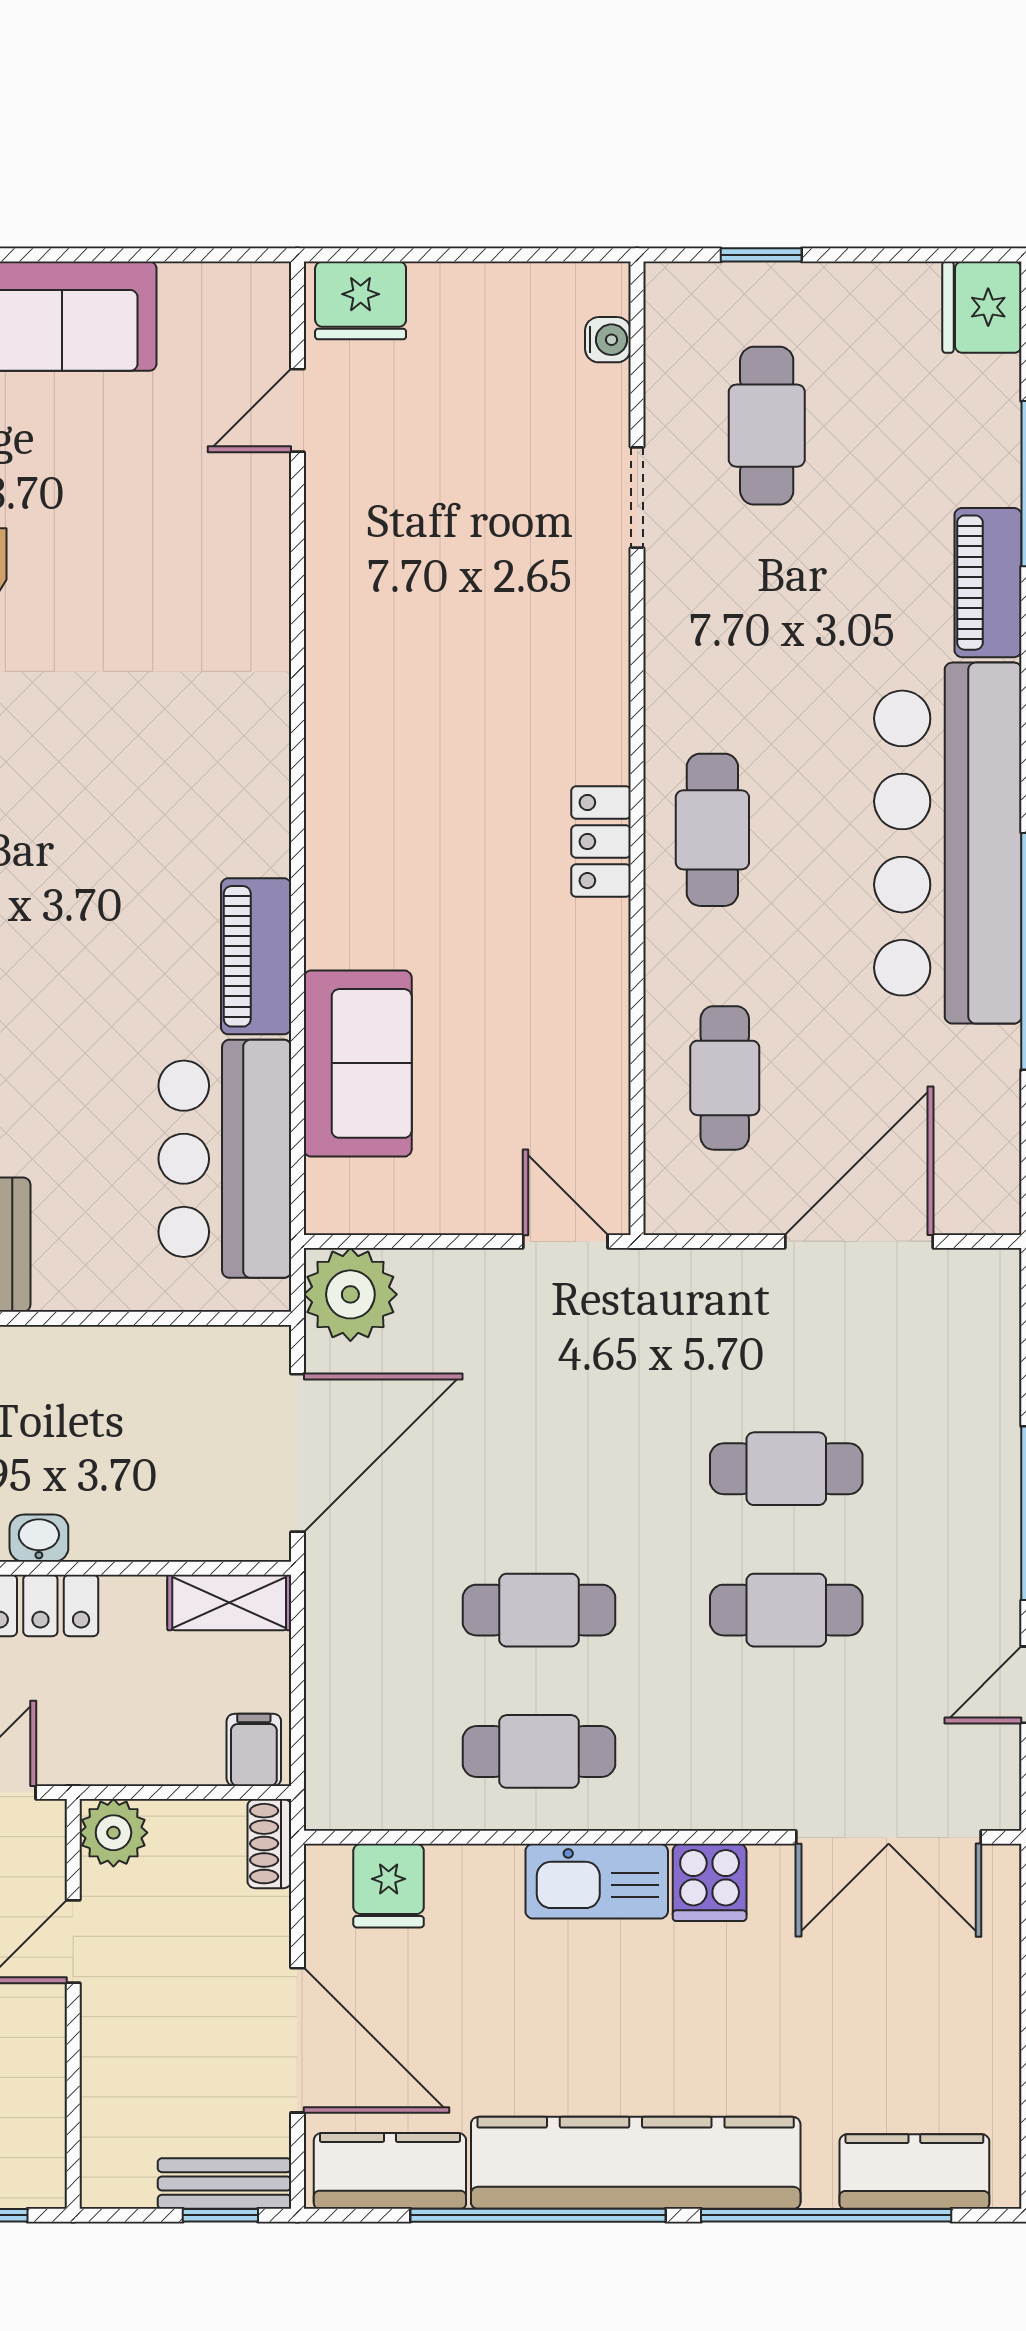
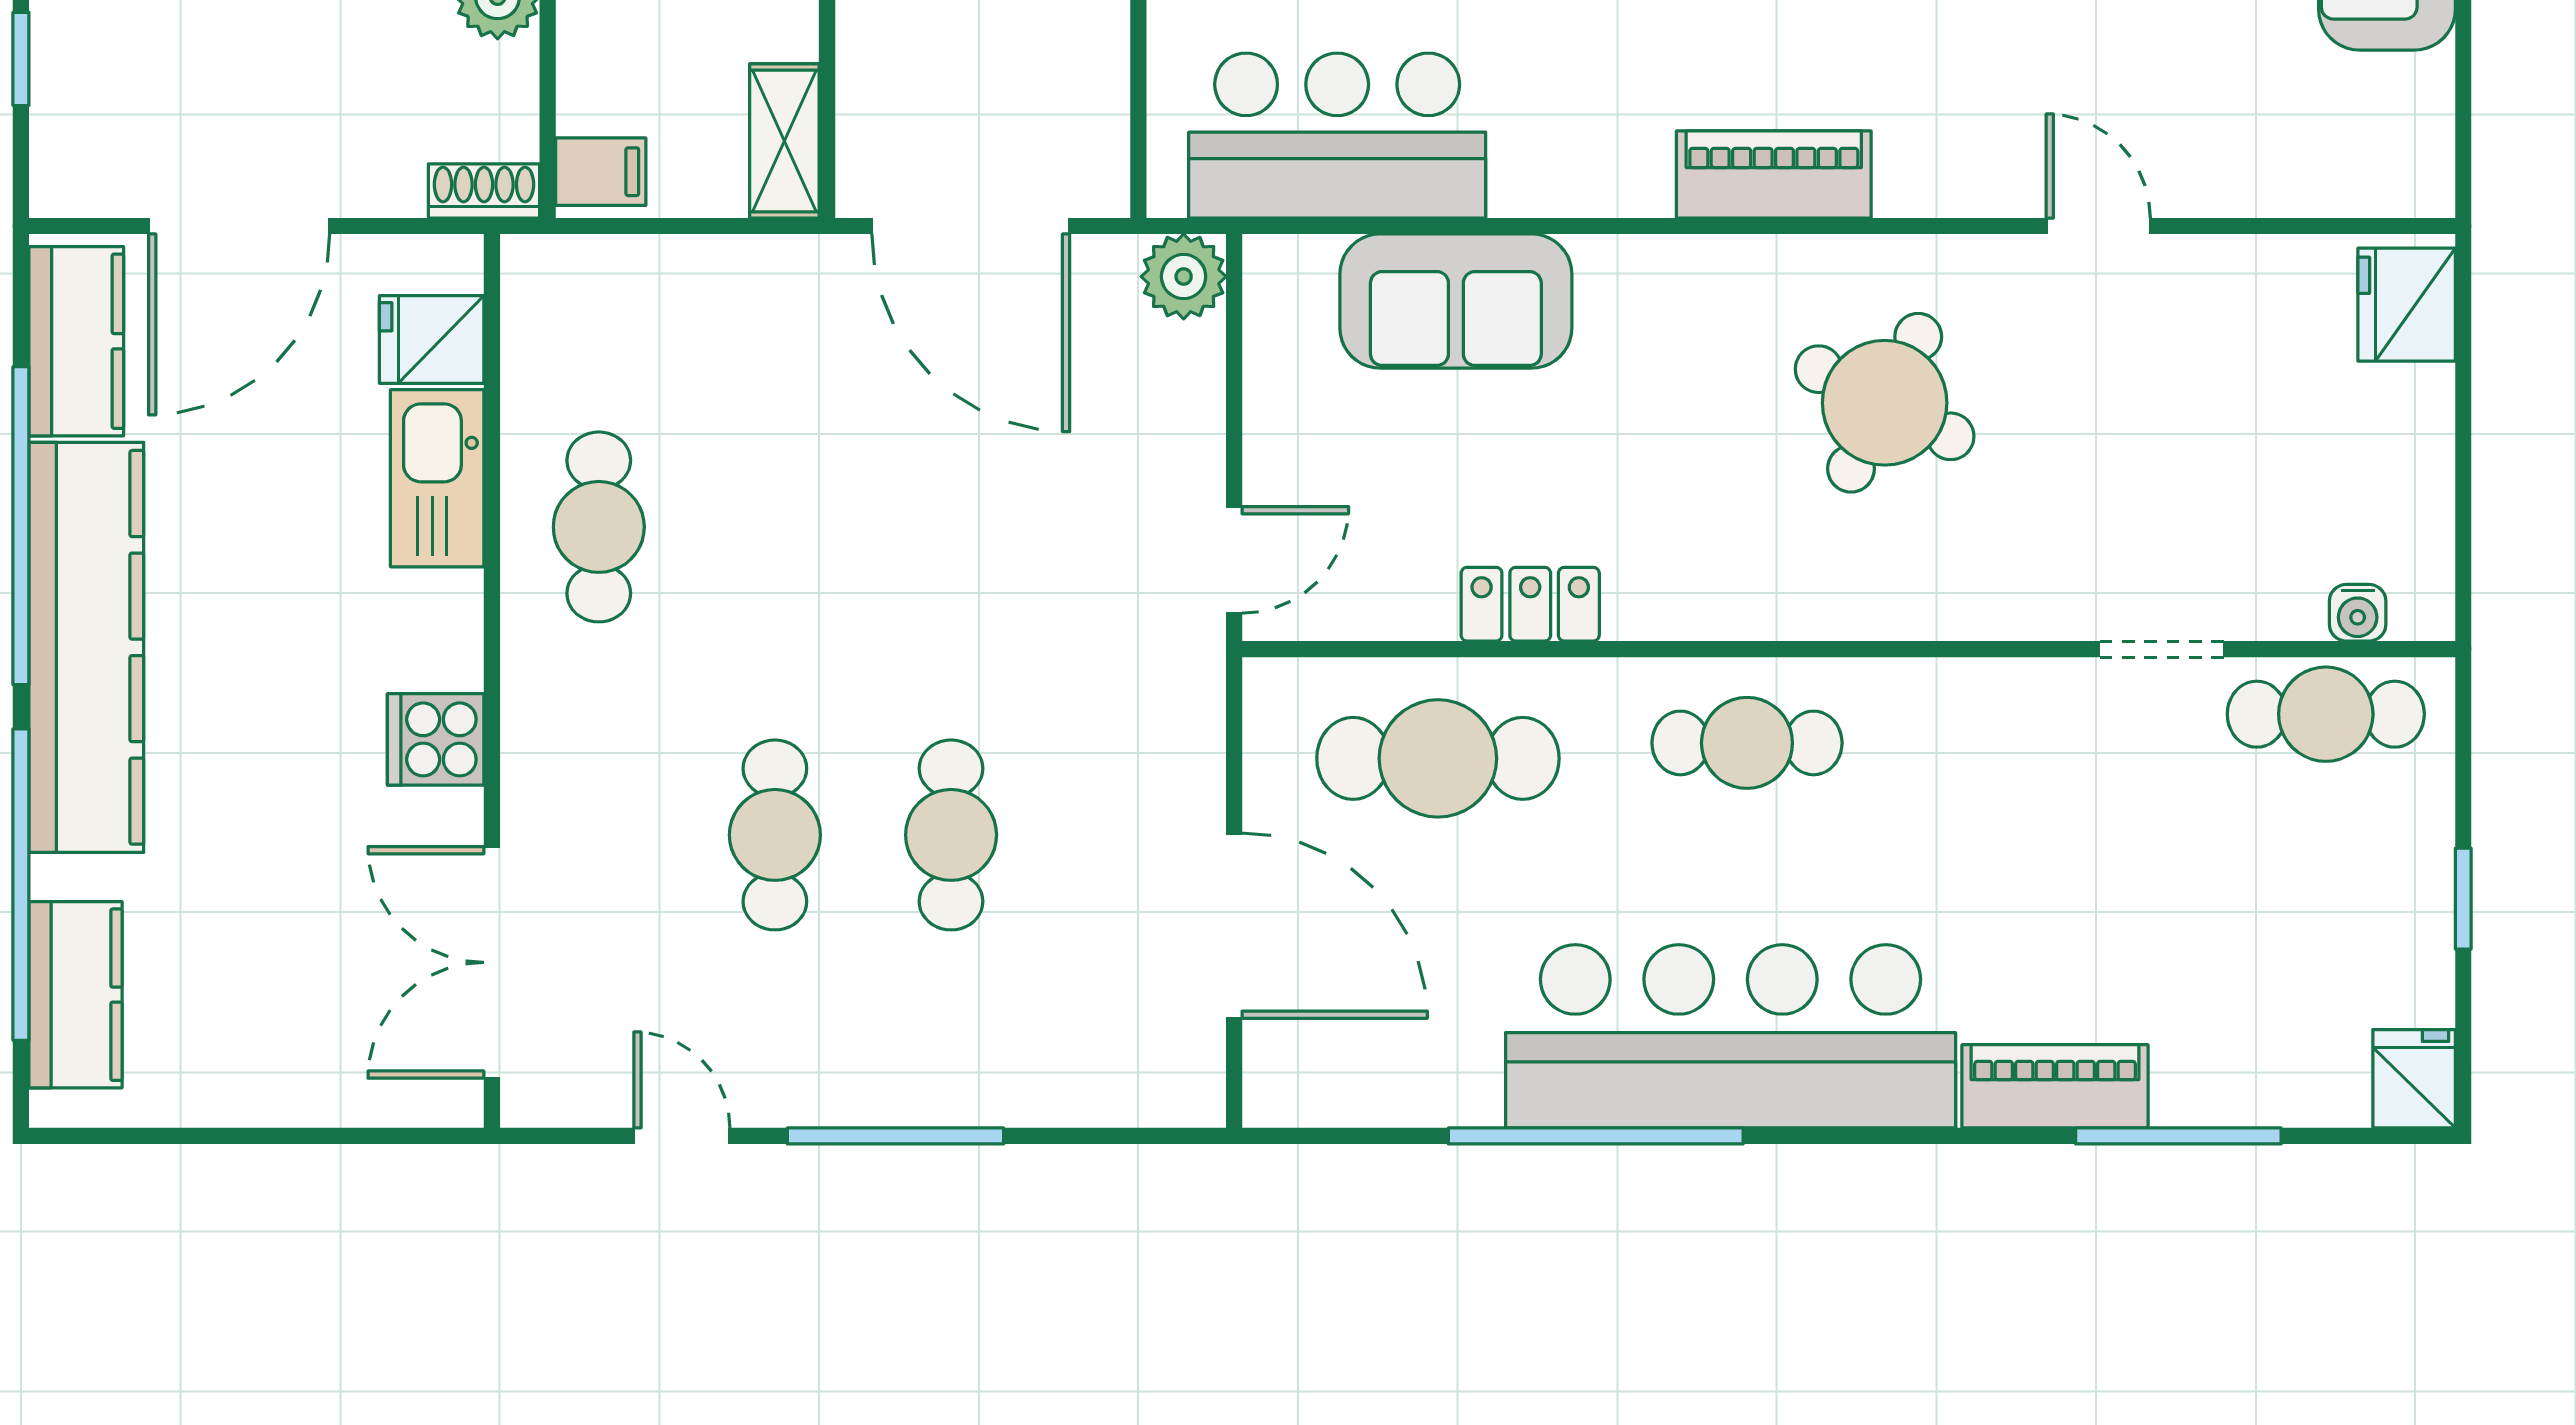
window: (761, 255) -> (2463, 899), moved
fridge: (982, 307) -> (2414, 1079), width x0.72
door: (297, 410) -> (2098, 226), moved
cafe table: (767, 426) -> (2326, 714), moved
round table: (439, 719) -> (1885, 403), added
locker: (601, 842) -> (1530, 604), moved
piano: (256, 956) -> (1774, 174), moved
cafe table: (725, 1078) -> (1438, 758), width x1.37, depth x1.35
plant: (350, 1294) -> (1184, 277), width x0.73, depth x0.73
cafe table: (539, 1610) -> (775, 527), removed
kitchen sink: (597, 1881) -> (437, 478), moved
bench: (224, 2183) -> (61, 135), removed
window: (220, 2215) -> (21, 59), moved

